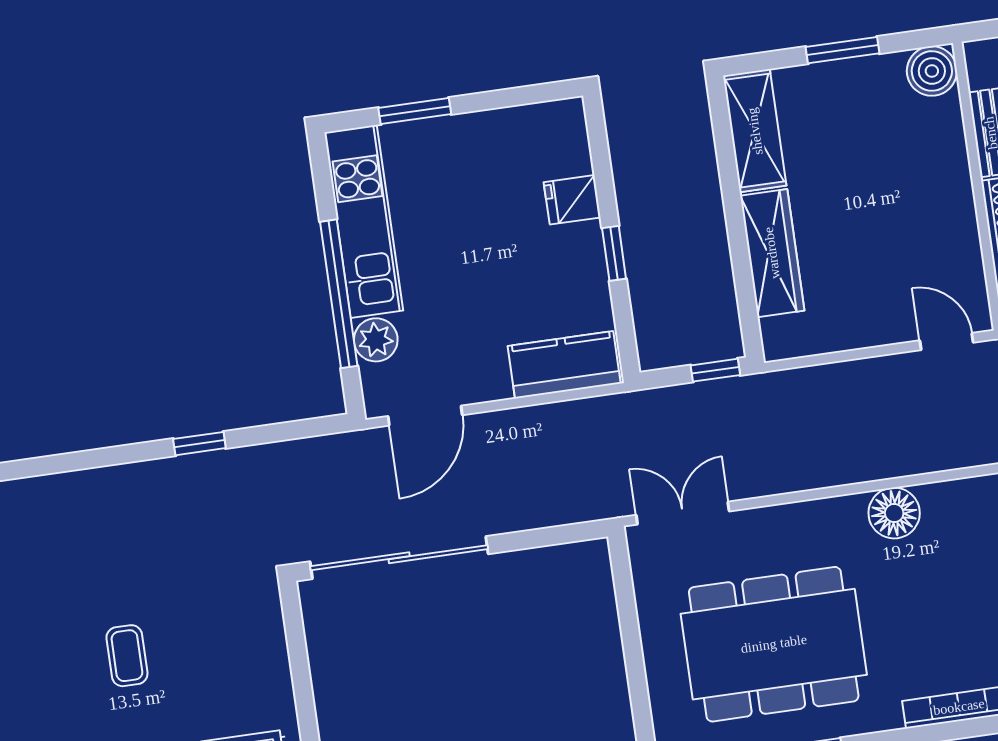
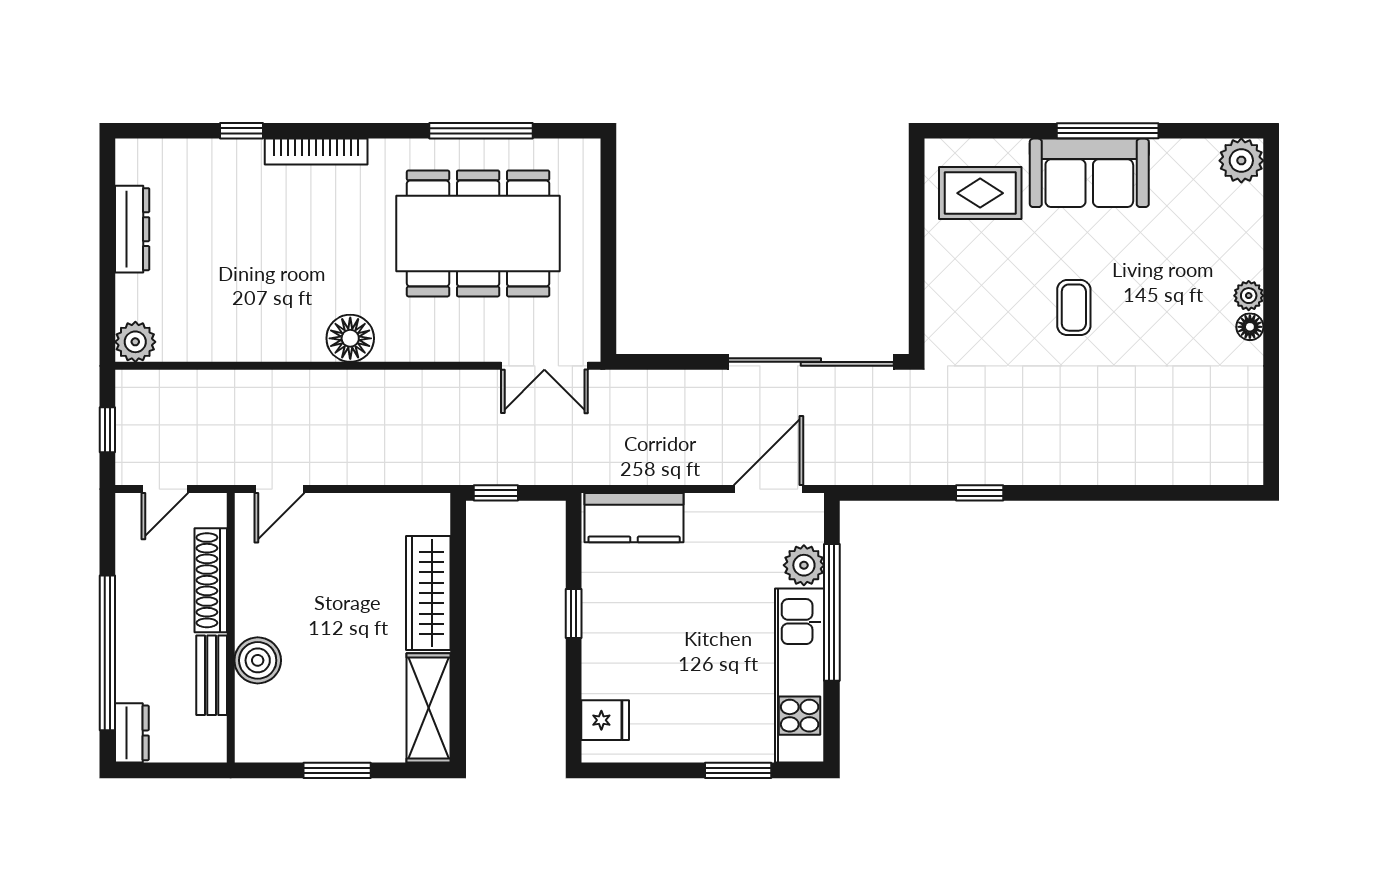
boiler: (932, 71) -> (258, 660), moved
fridge: (572, 200) -> (605, 720), moved
door: (947, 341) -> (280, 489), hinge flipped

